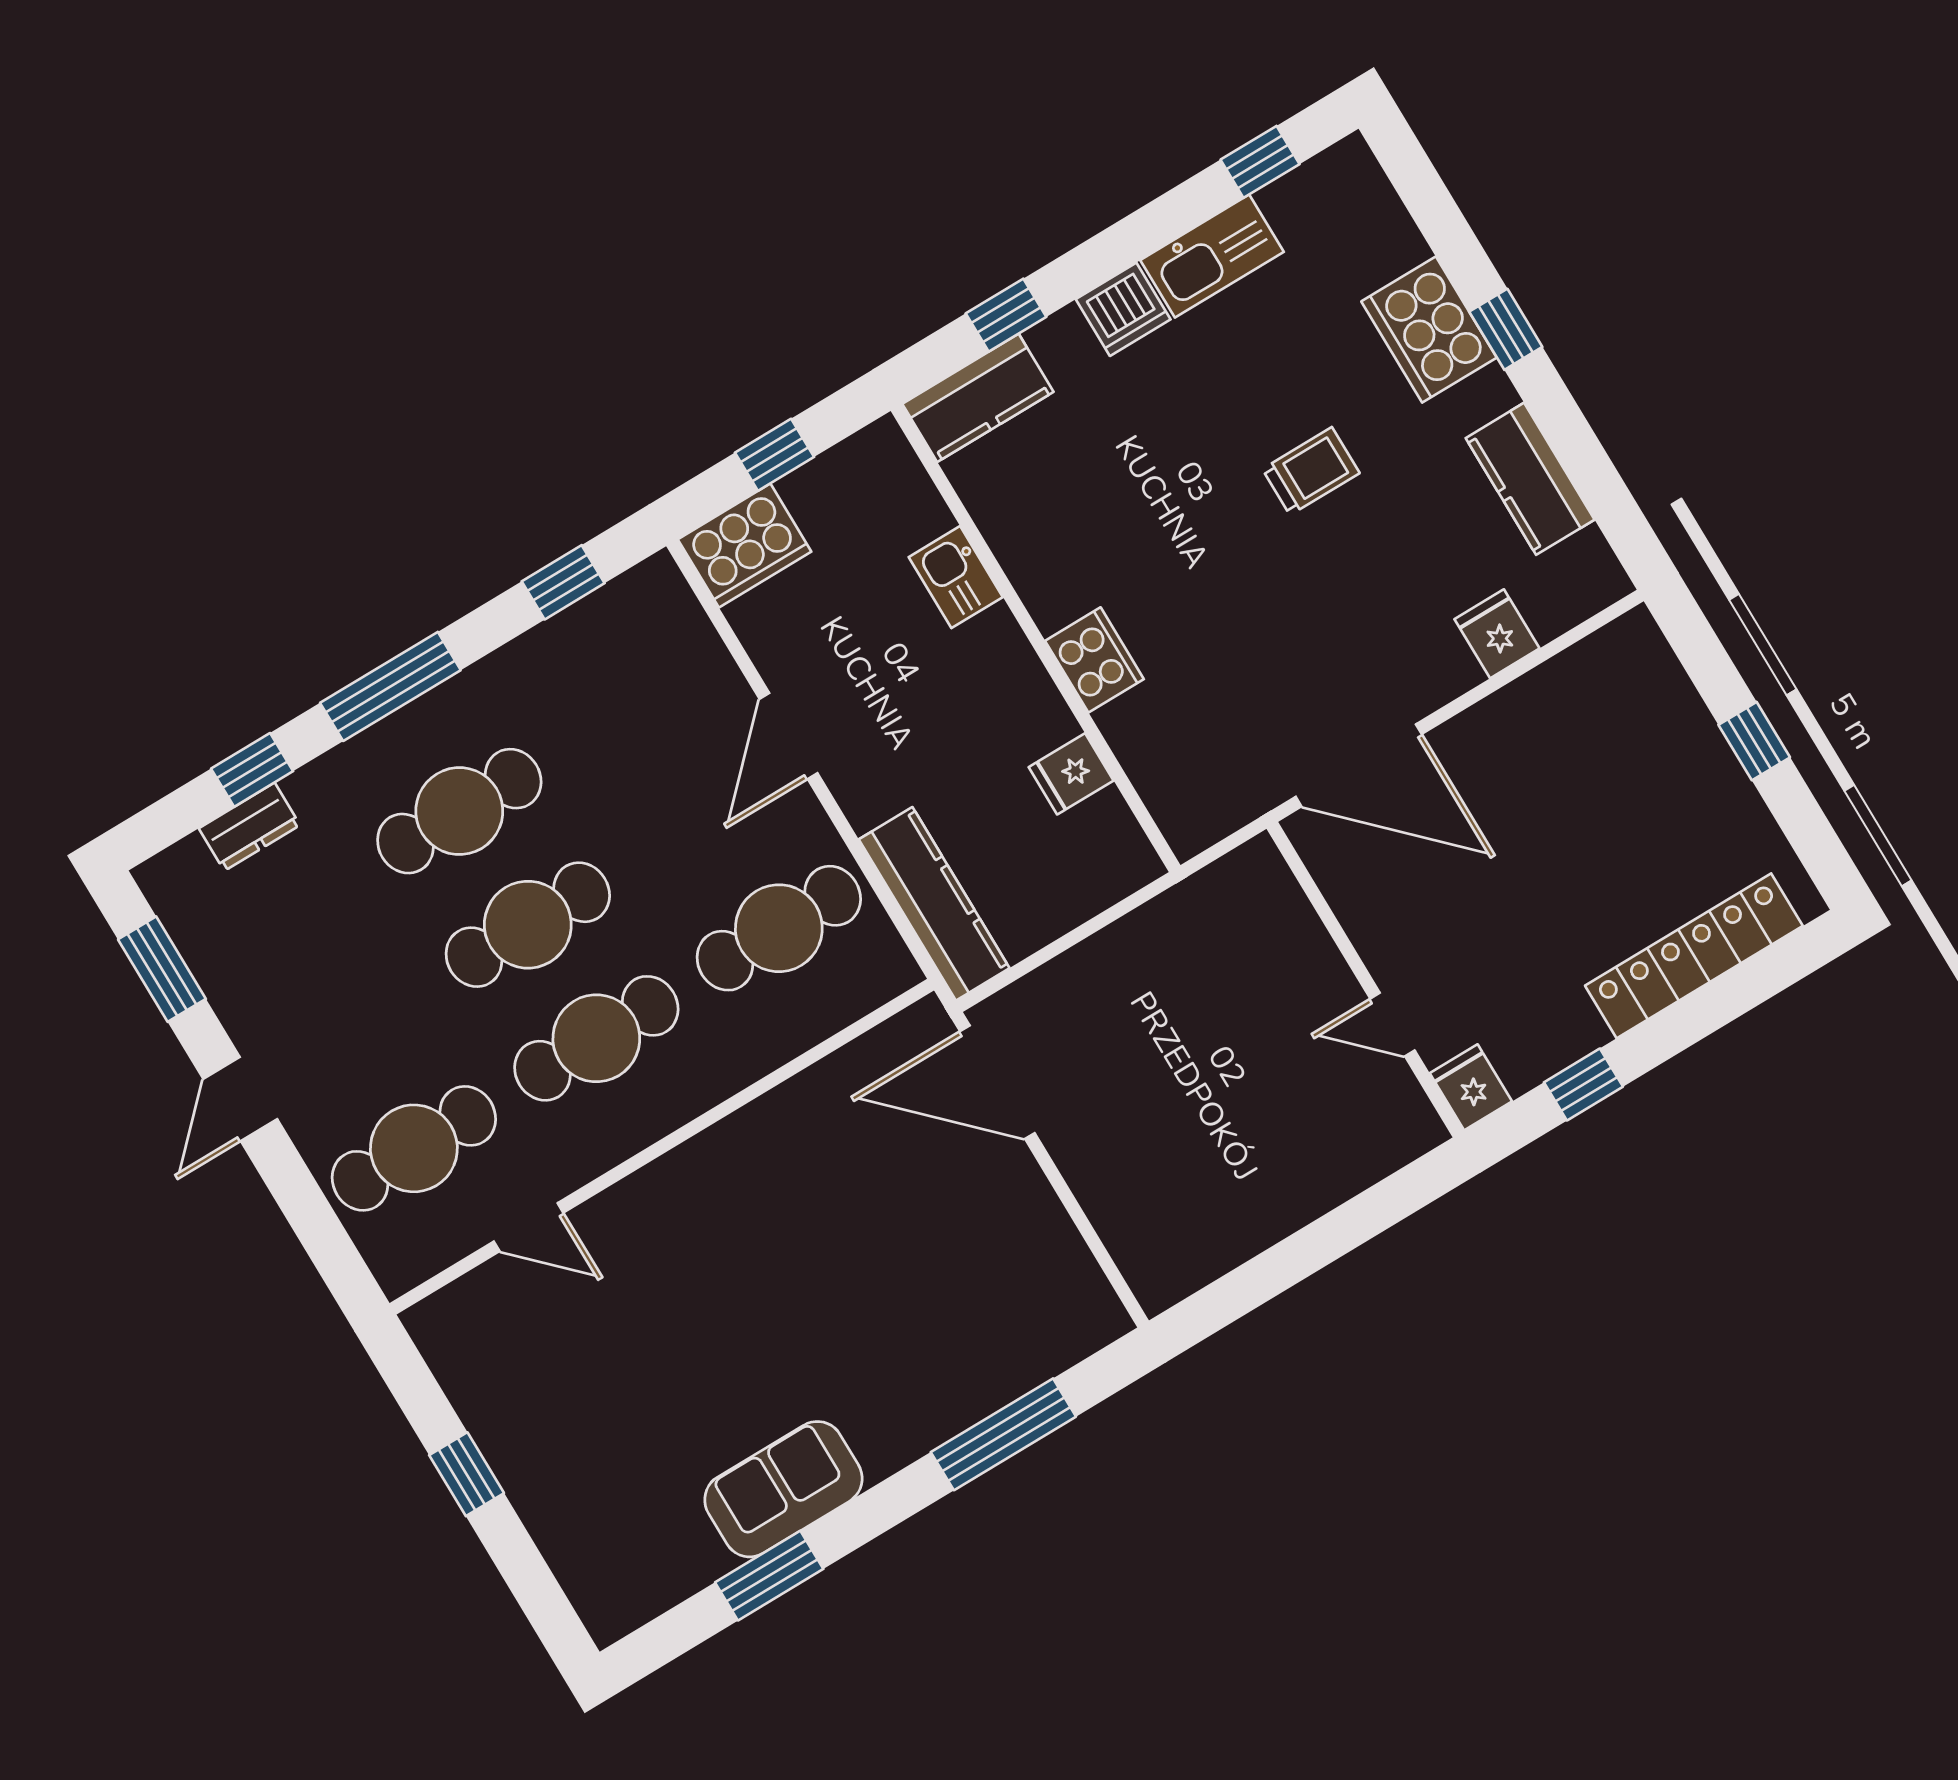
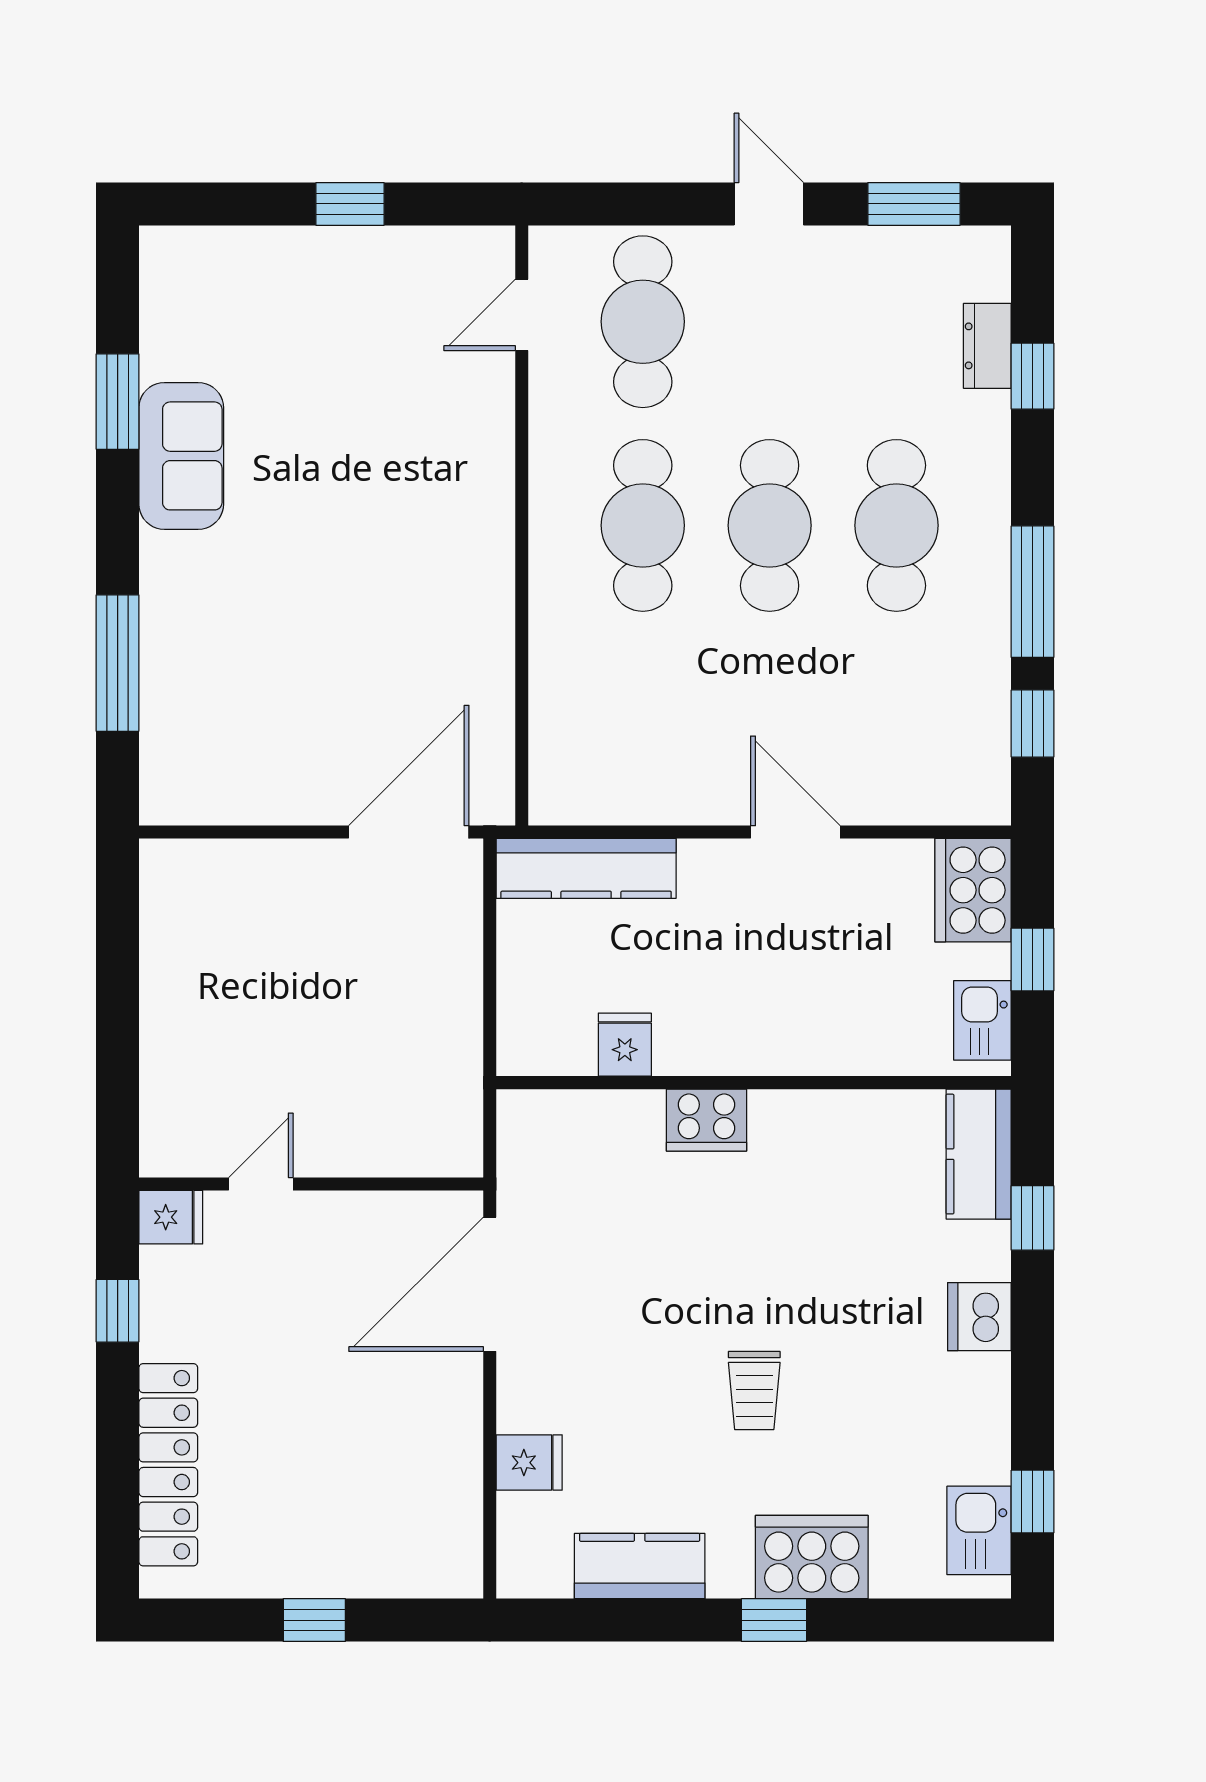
kitchen sink: (1212, 256) -> (979, 1530), moved, width x0.73
kitchen sink: (956, 577) -> (982, 1020), moved, turned -90
window: (390, 686) -> (1032, 592), moved
cafe table: (779, 928) -> (643, 729), removed
door: (529, 1227) -> (522, 315), moved

